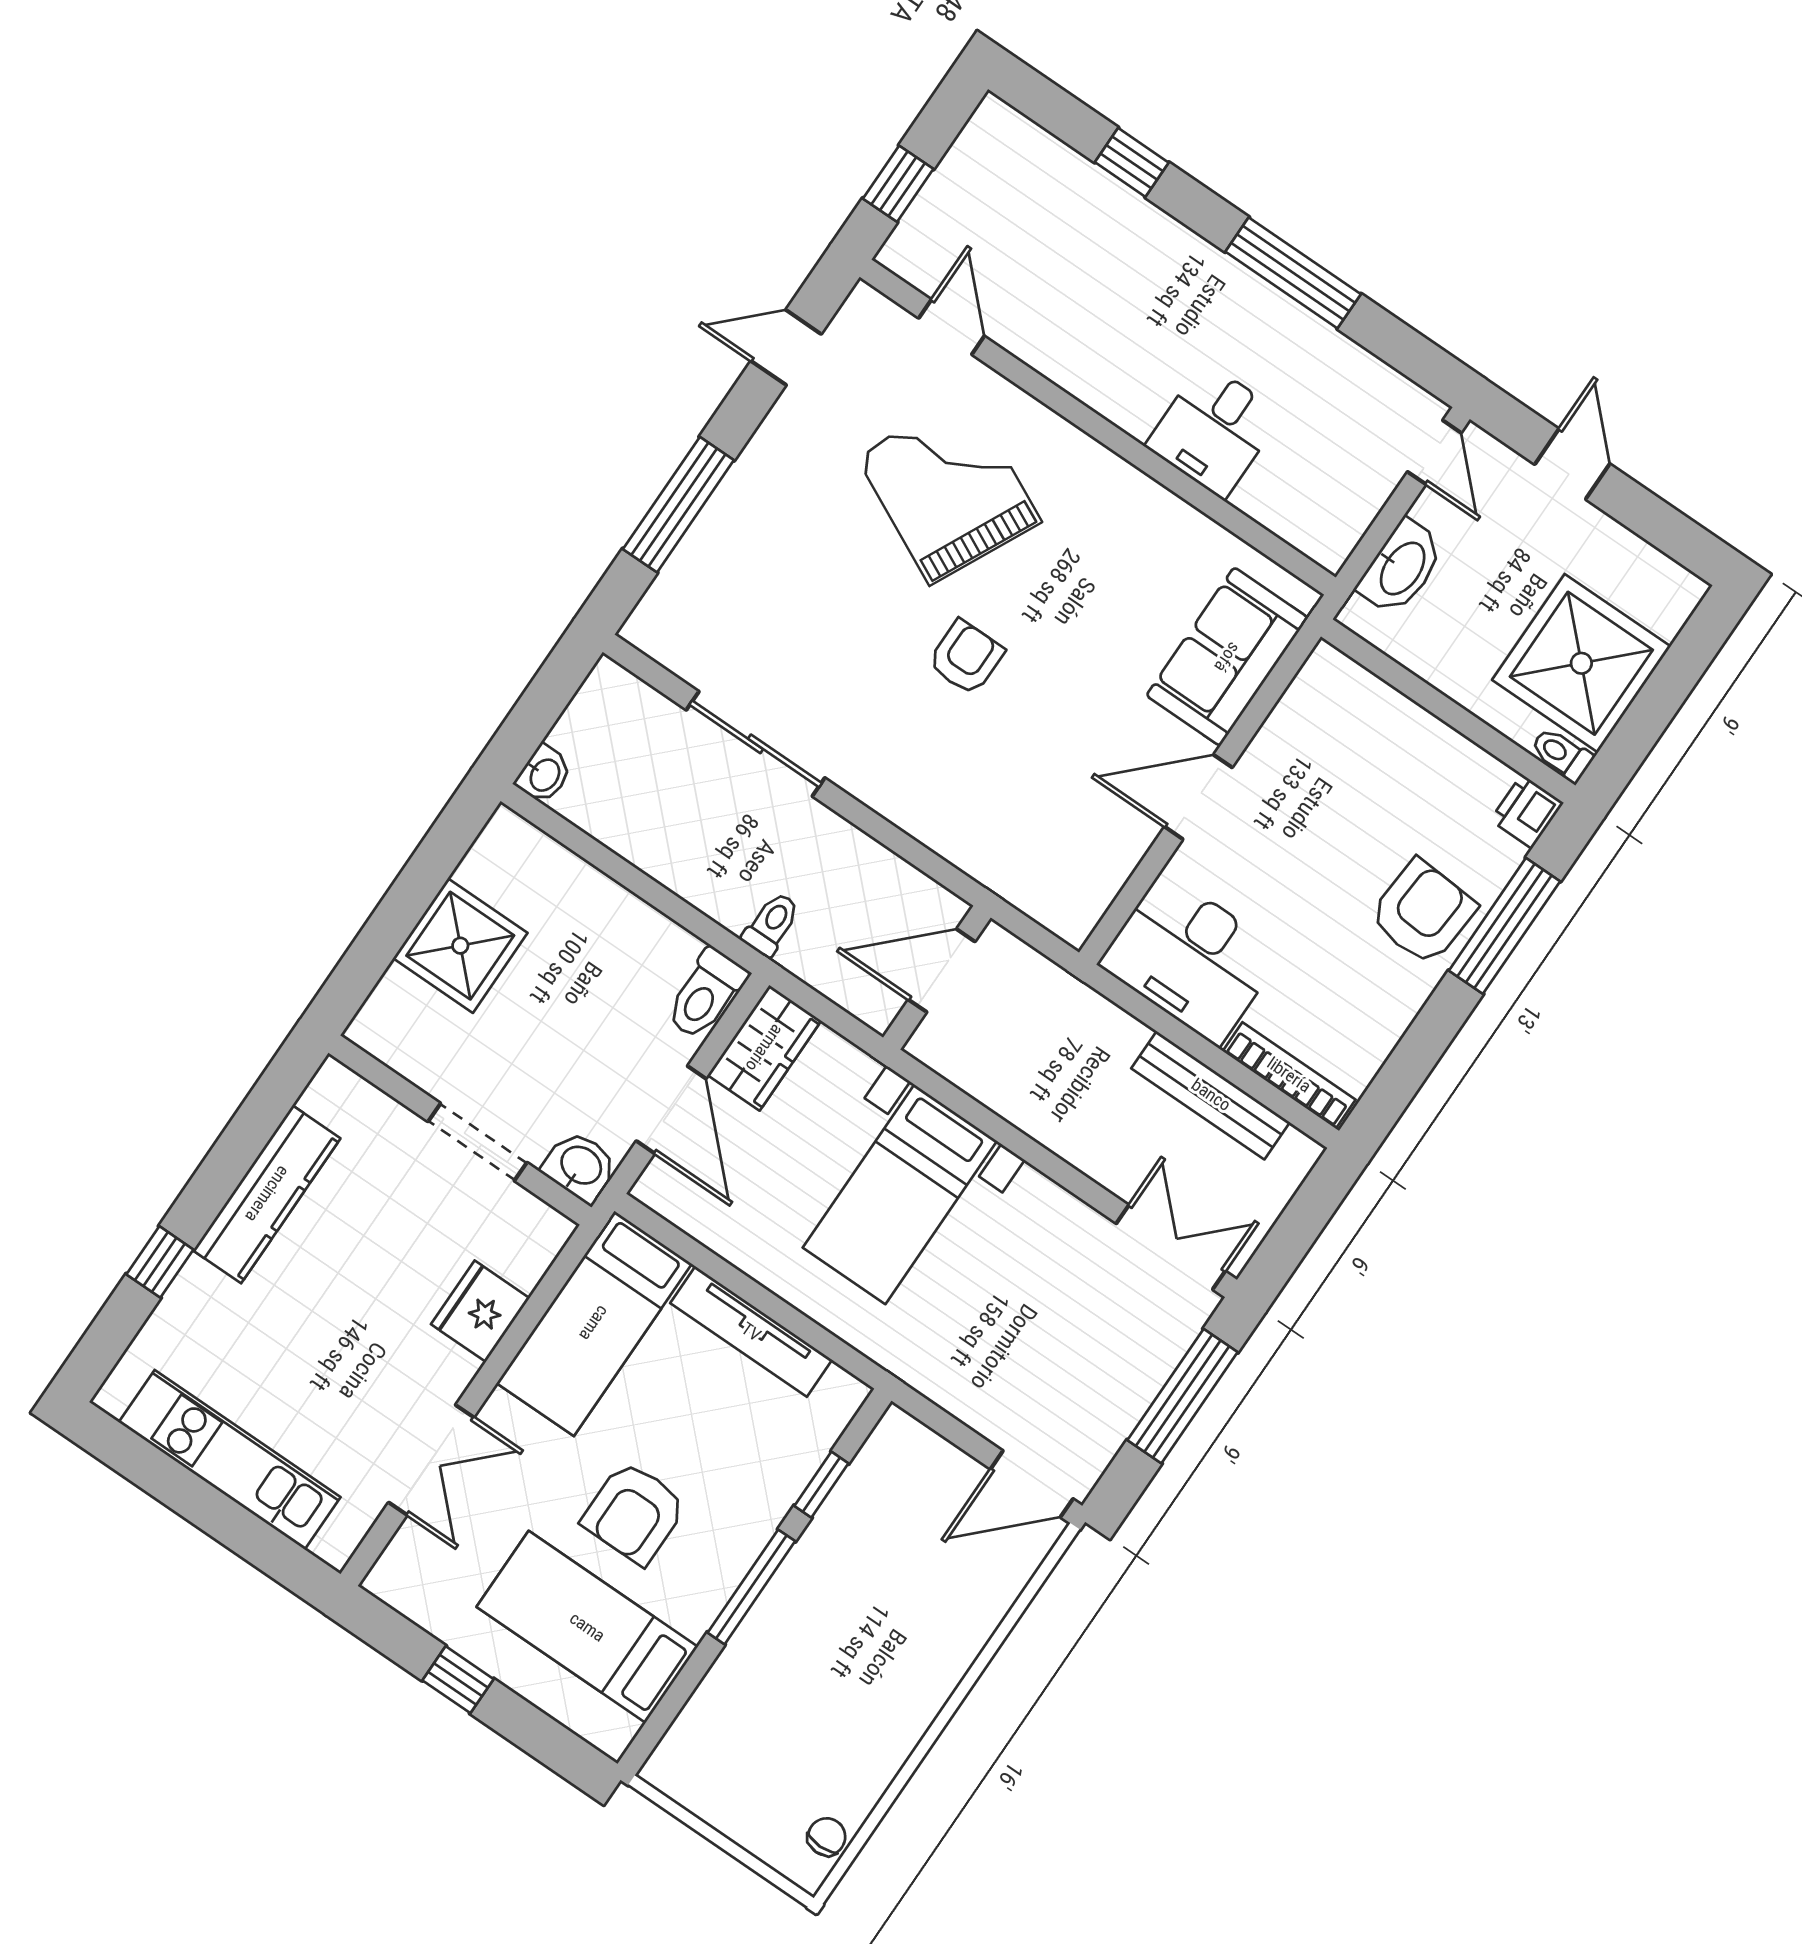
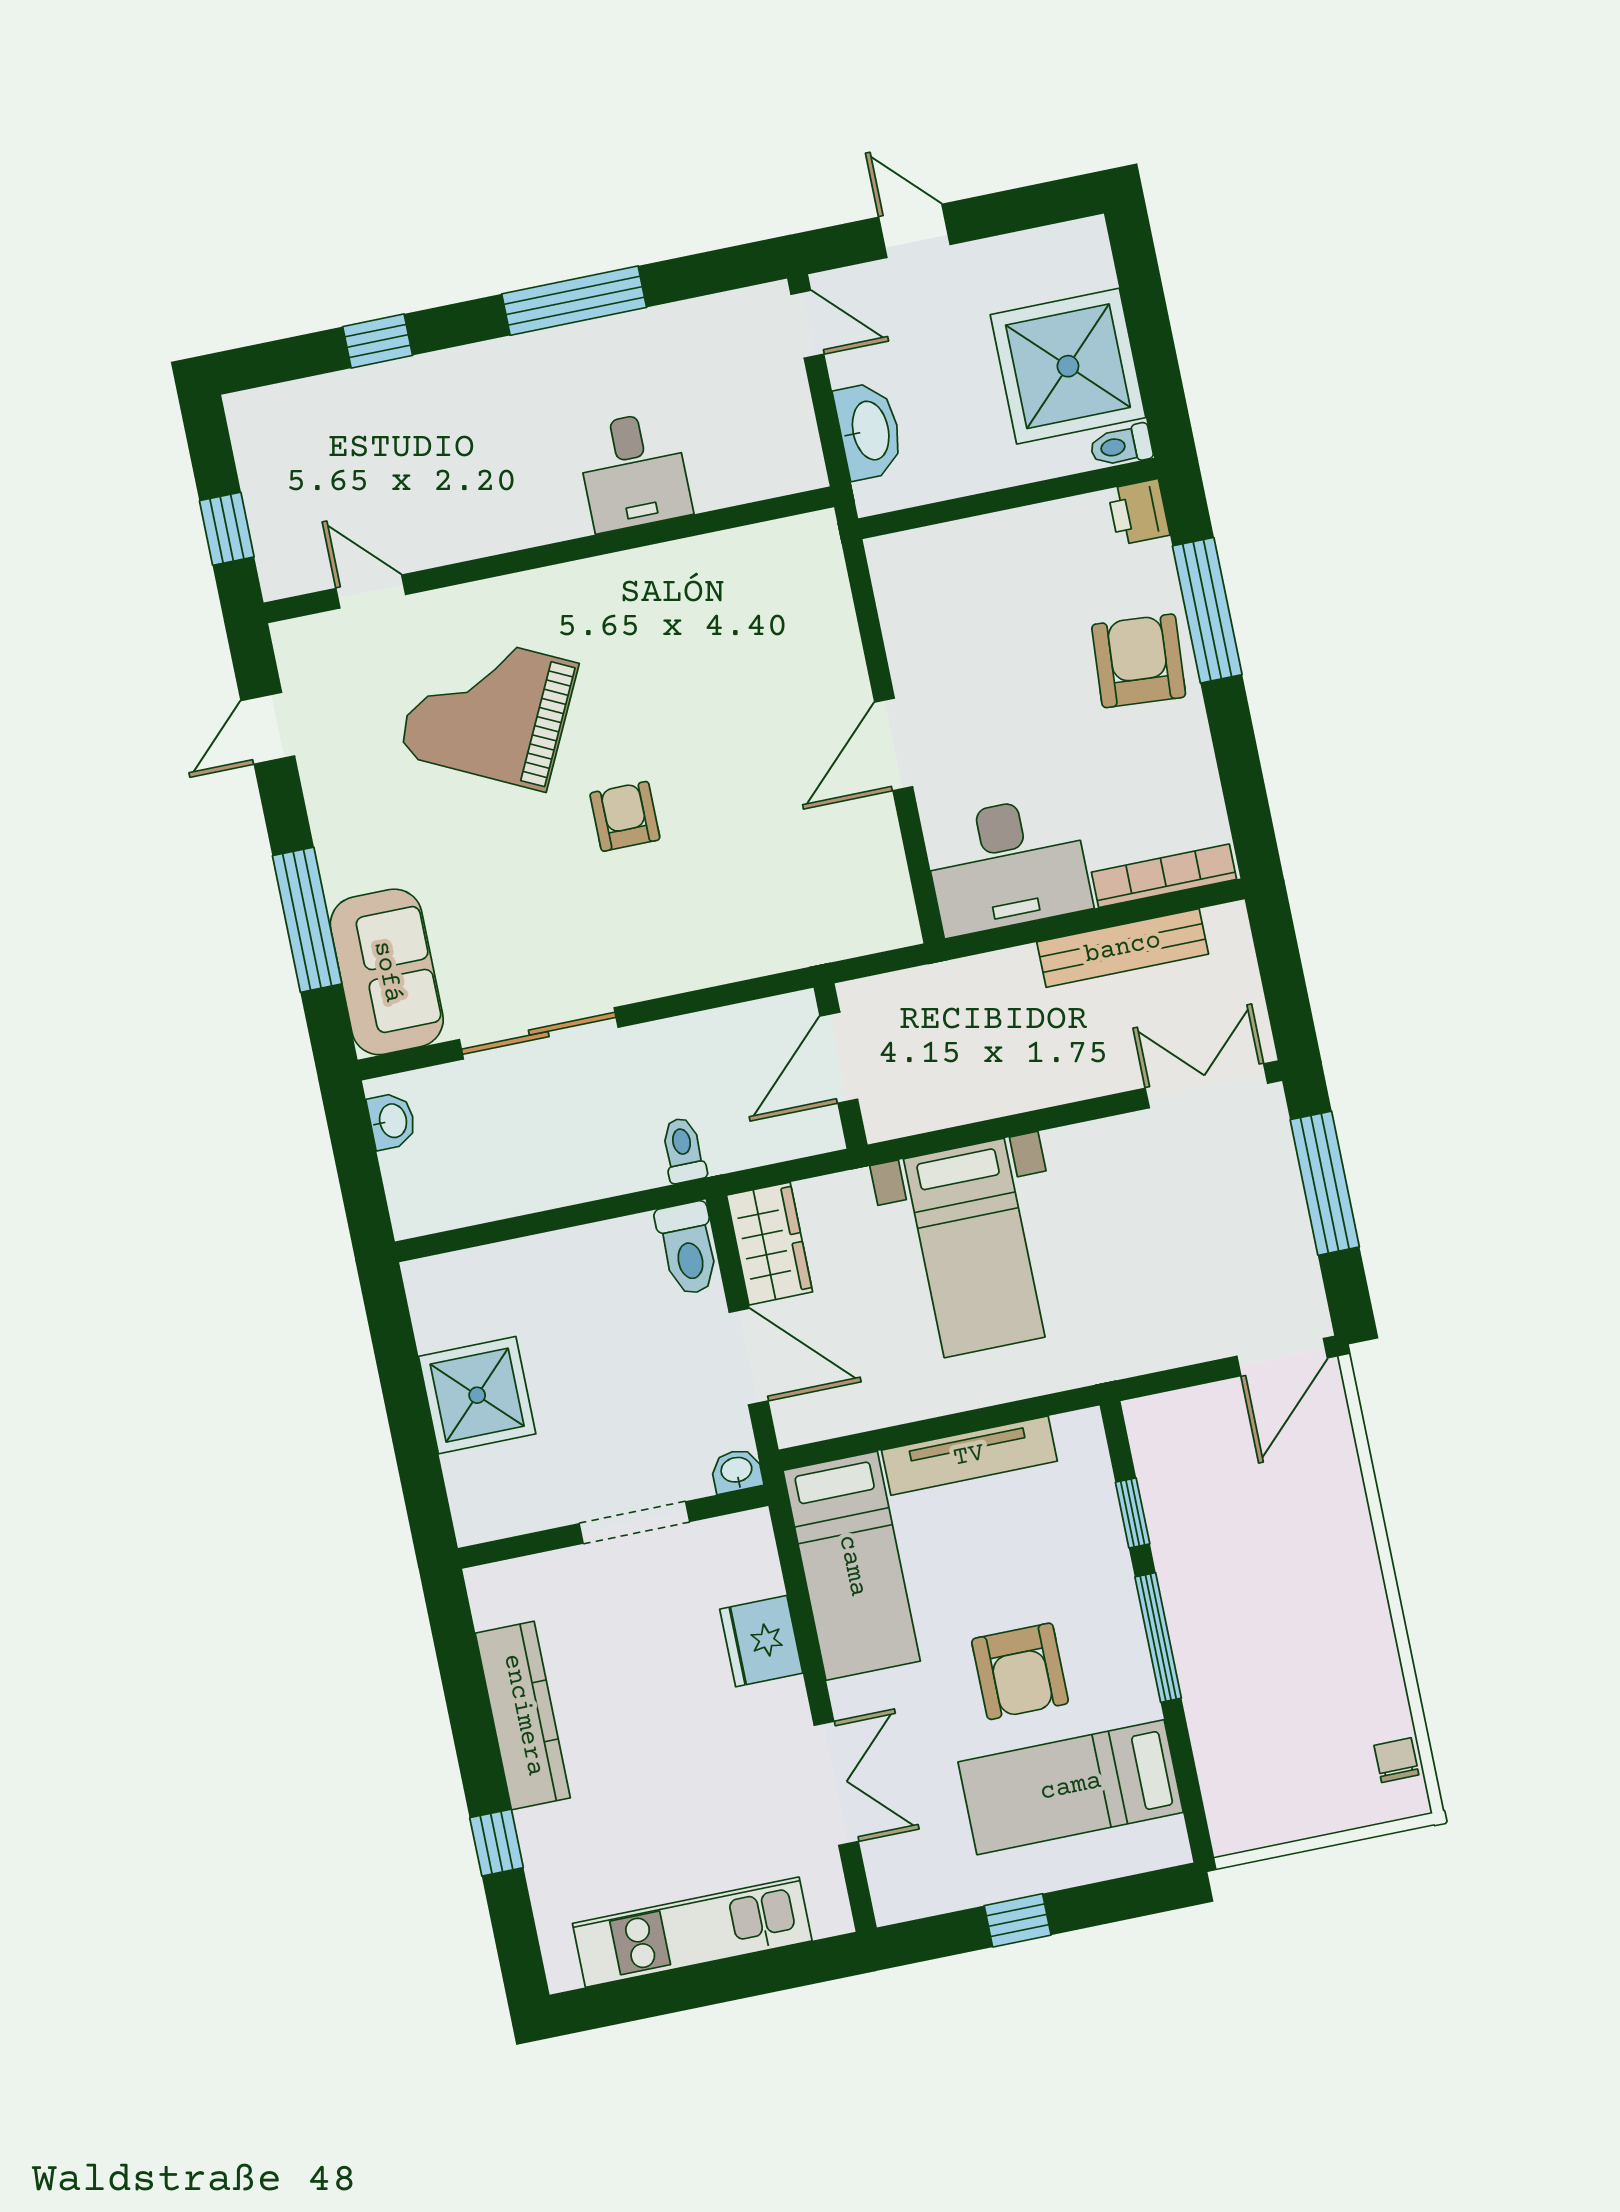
sofa: (1227, 657) -> (387, 972), moved, turned 180
washbasin: (544, 774) -> (392, 1121), moved
washbasin: (580, 1167) -> (737, 1471), width x0.72, depth x0.69

